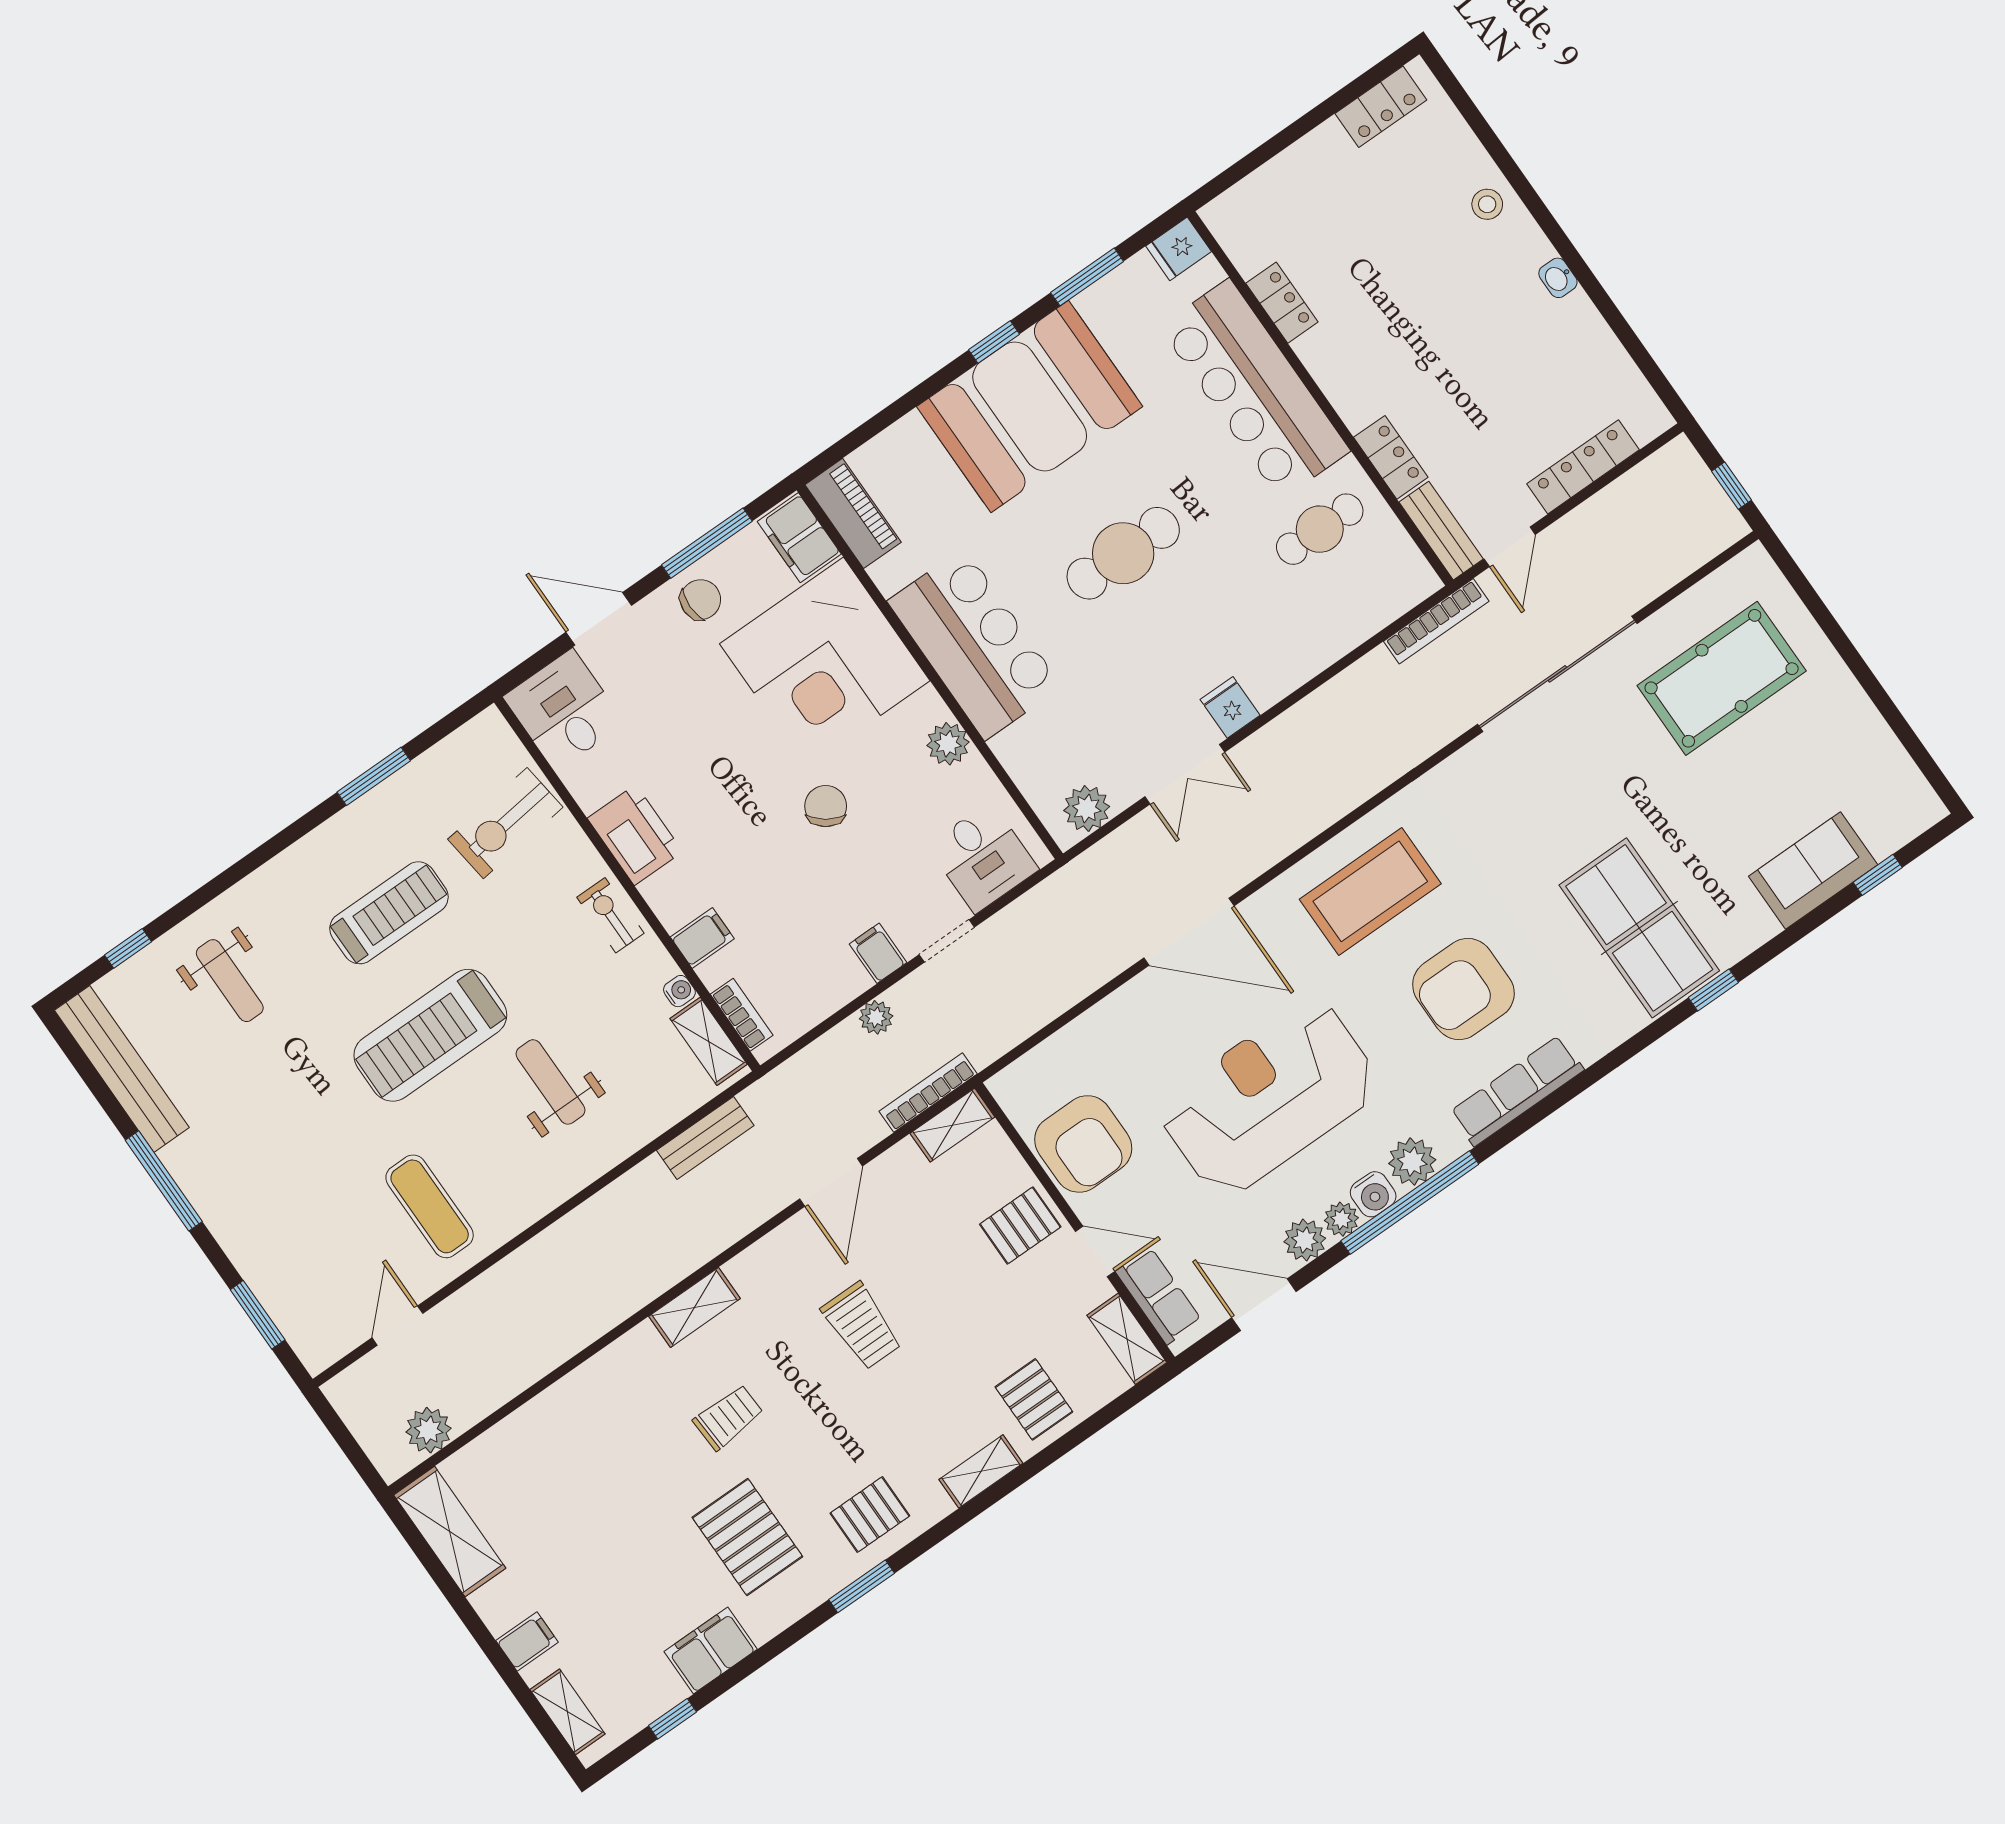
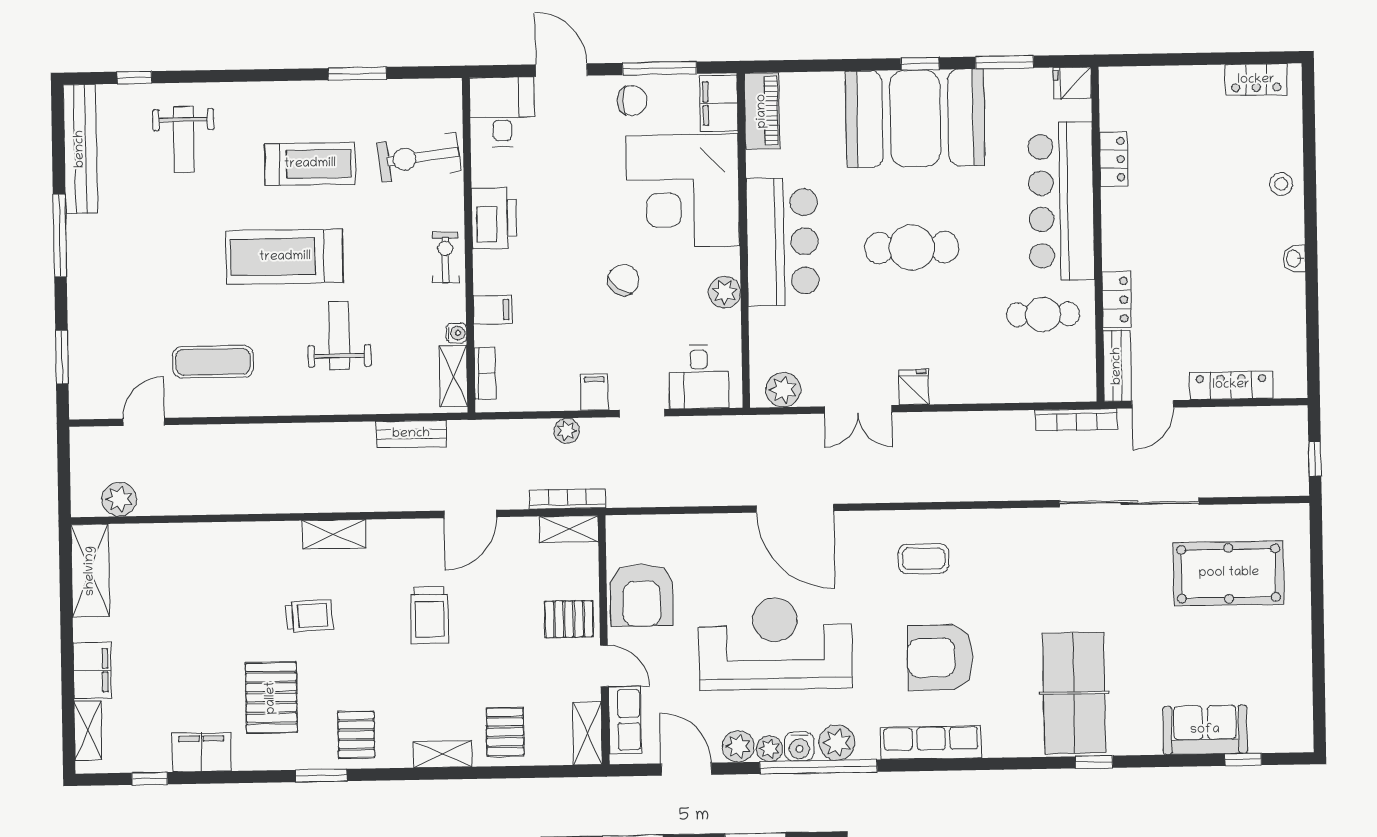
coffee table: (1370, 891) -> (923, 559), width x0.54, depth x0.58
exercise mat: (430, 1206) -> (213, 362), turned 90
pallet: (870, 1514) -> (356, 735), turned 90
filing cabinet: (527, 1641) -> (92, 670), width x2.00

